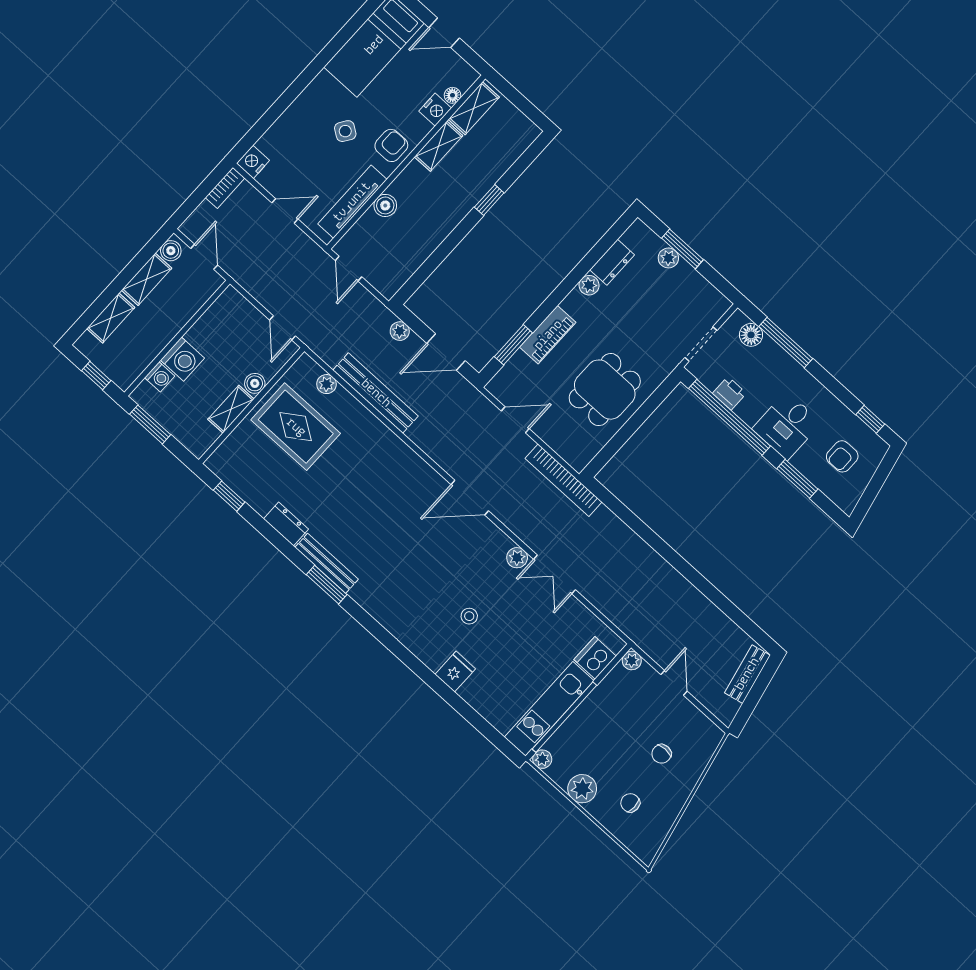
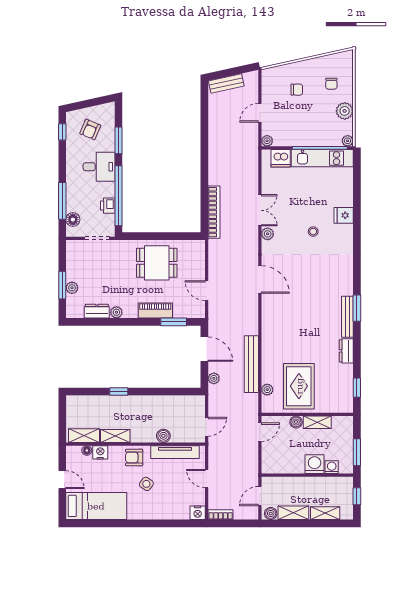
armchair: (842, 456) -> (90, 129), turned 113
bookcase: (564, 480) -> (214, 212), moved

